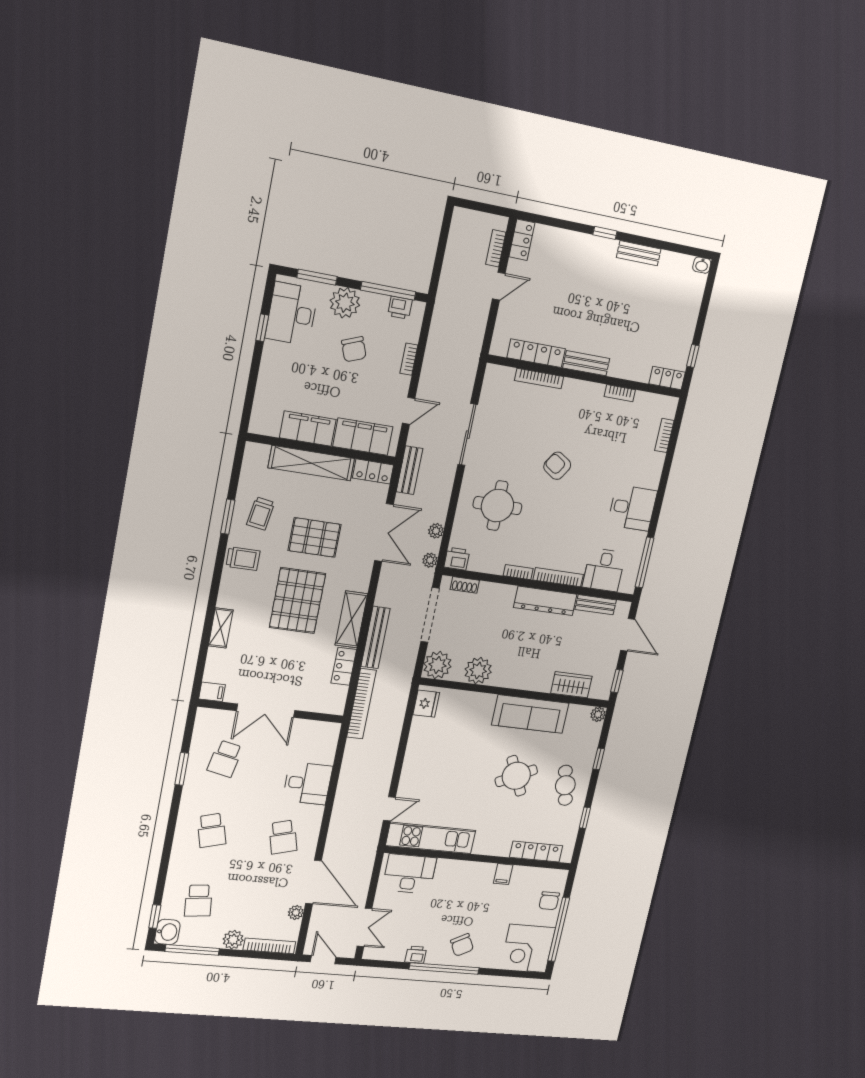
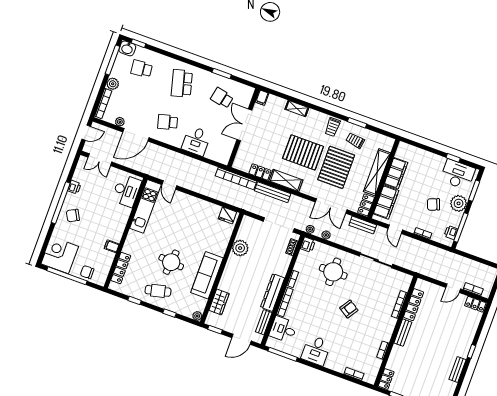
door: (499, 286) -> (453, 288), hinge flipped
pallet: (315, 537) -> (336, 167), width x1.37, depth x1.41
plant: (437, 665) -> (249, 225), removed
round table: (516, 776) -> (171, 262), turned 32
school desk: (212, 830) -> (182, 83), width x1.85

